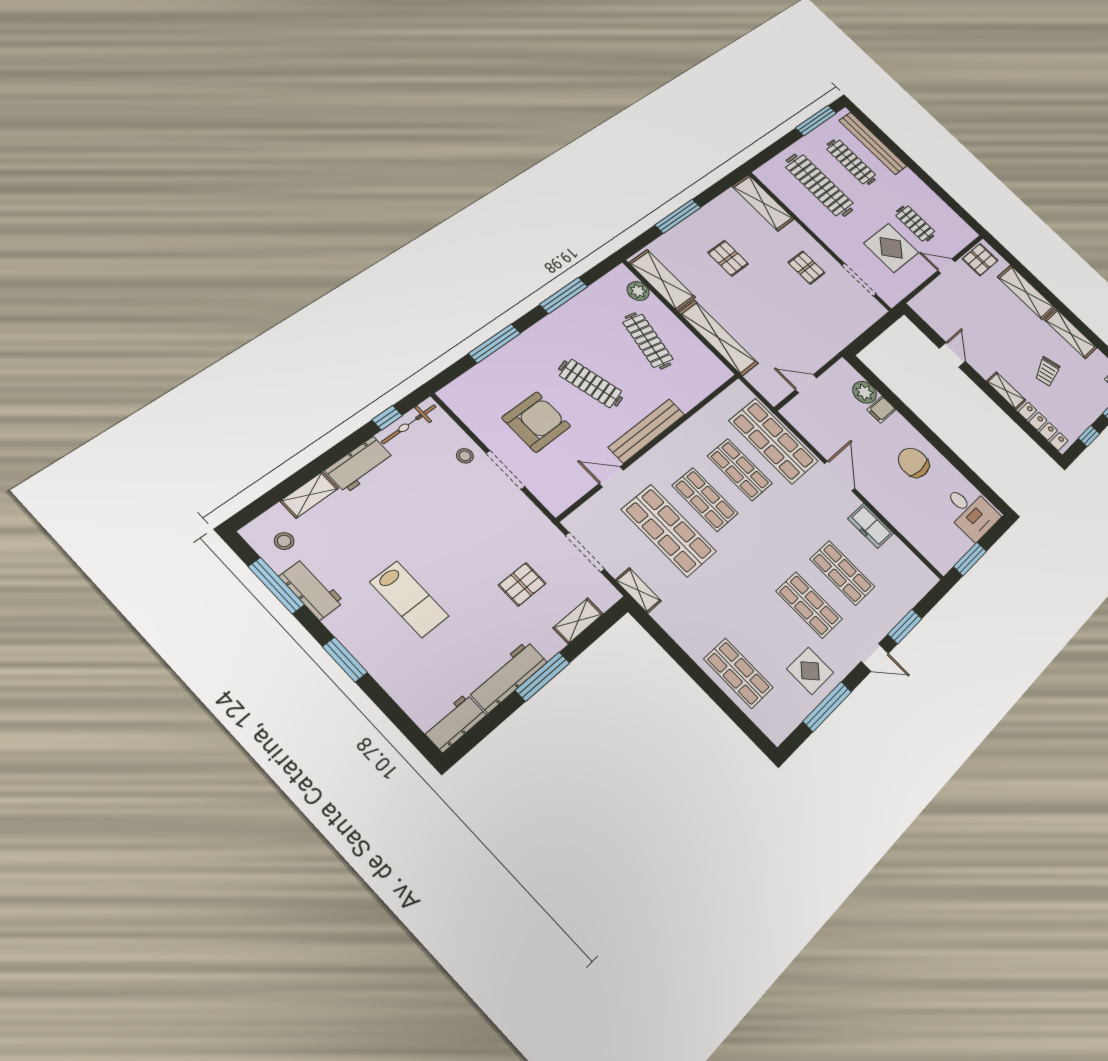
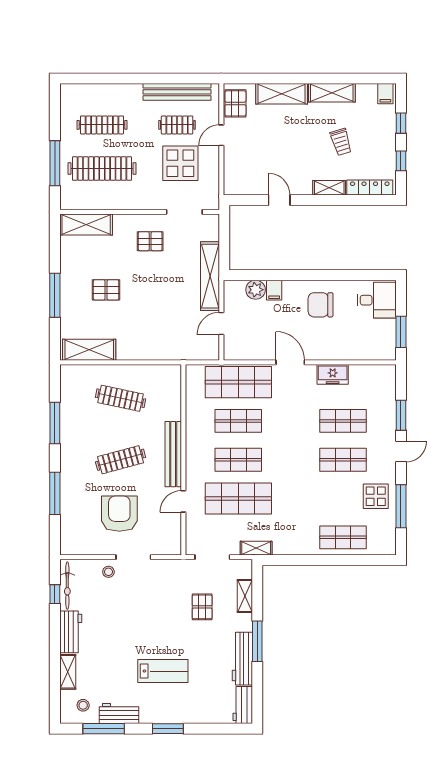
window: (816, 120) -> (55, 163), moved
bench: (873, 143) -> (177, 92), moved
plant: (638, 291) -> (85, 373), removed
shelving: (718, 338) -> (210, 276), moved, turned 90

